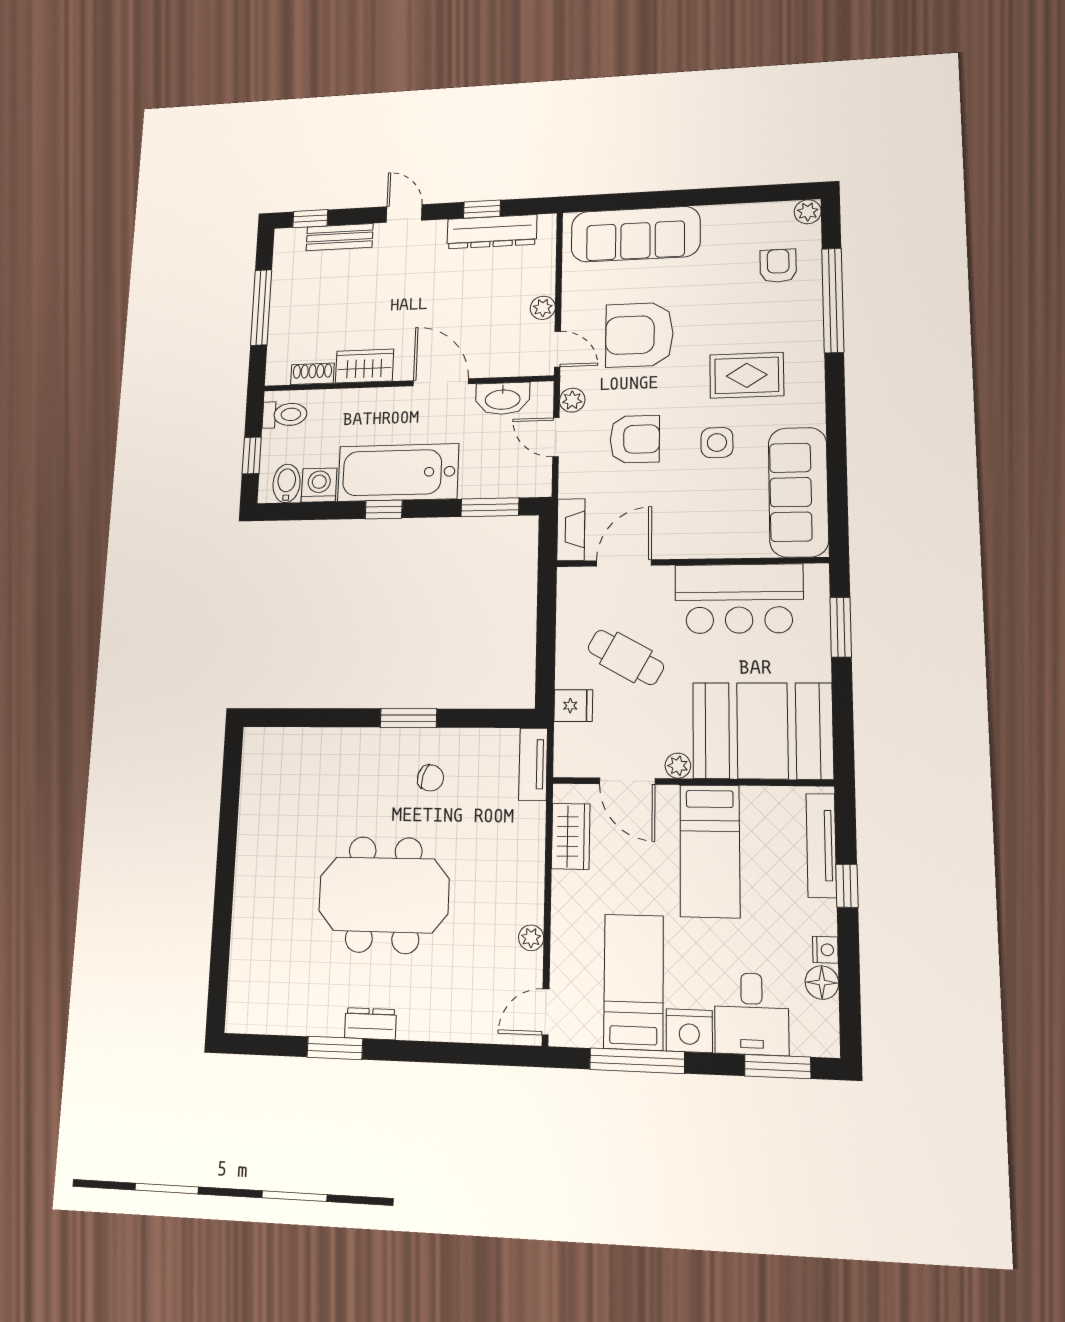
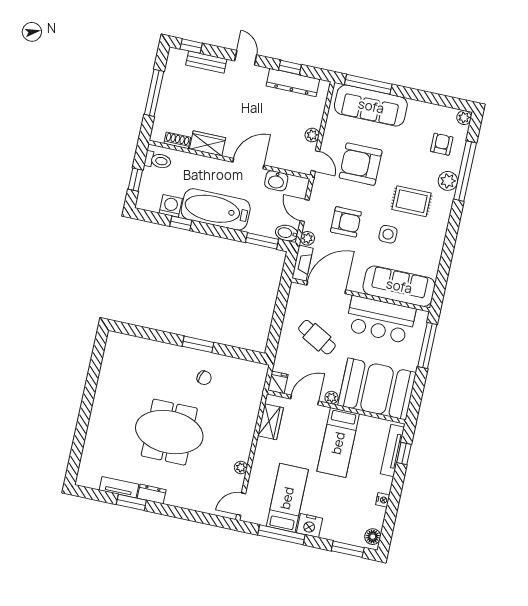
window: (623, 201) -> (368, 84), added
plant: (805, 325) -> (448, 181), added
door: (441, 382) -> (248, 164), hinge flipped
washbasin: (503, 399) -> (276, 181), width x0.72
plant: (572, 400) -> (307, 238), moved
bidet: (287, 483) -> (287, 233), moved, turned -90
sofa: (798, 492) -> (399, 286), moved, turned 90
window: (384, 509) -> (181, 223), moved
door: (624, 563) -> (326, 287), width x1.36
window: (841, 627) -> (427, 345), width x1.44
fridge: (573, 706) -> (278, 382), moved, turned -90
tv unit: (533, 764) -> (119, 487), moved, turned 90
door: (627, 781) -> (305, 400), swing flipped
window: (847, 886) -> (404, 454), moved
floor lamp: (822, 983) -> (373, 537), moved
desk: (752, 1014) -> (341, 523), removed

